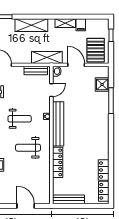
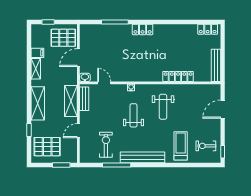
shelving: (47, 58) -> (71, 101), moved
shower: (102, 84) -> (98, 31), removed
bench: (58, 124) -> (139, 76), removed
locker: (104, 170) -> (143, 29), moved

